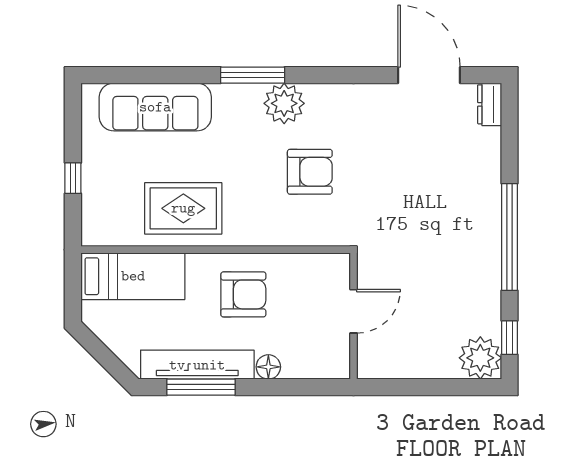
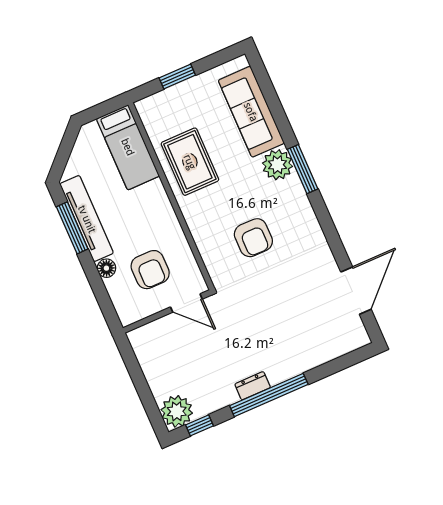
plant: (284, 103) -> (277, 165), moved
dresser: (490, 104) -> (253, 386), moved
window: (73, 178) -> (177, 76), width x1.50
armchair: (243, 294) -> (150, 270), moved
door: (354, 311) -> (186, 303), moved

